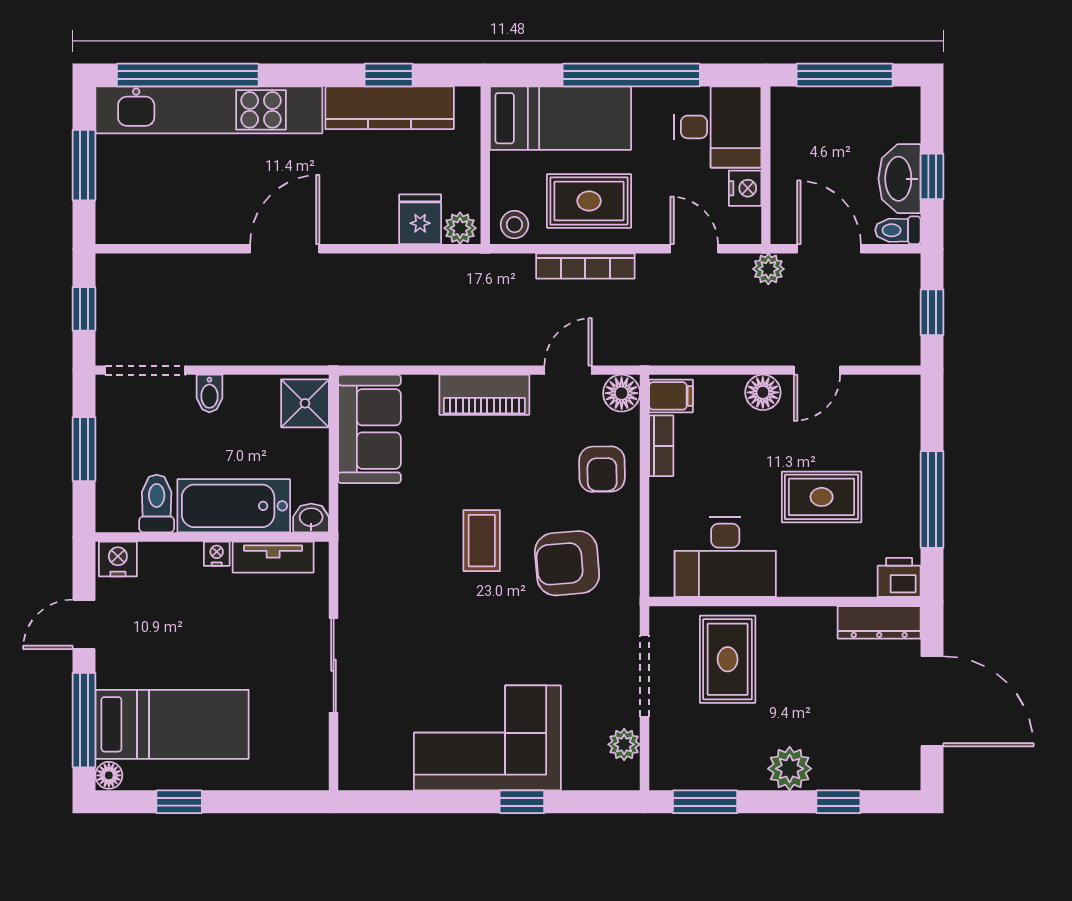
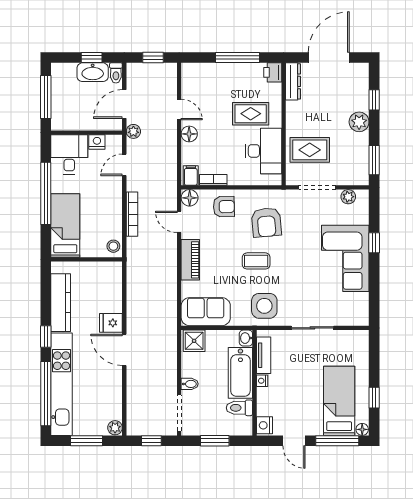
window: (389, 75) -> (46, 336), moved
rug: (589, 201) -> (103, 212), removed
fridge: (420, 219) -> (111, 323), moved
plant: (460, 228) -> (115, 428), moved
rug: (822, 497) -> (251, 114), moved, turned 90
side table: (382, 559) -> (264, 306), added

